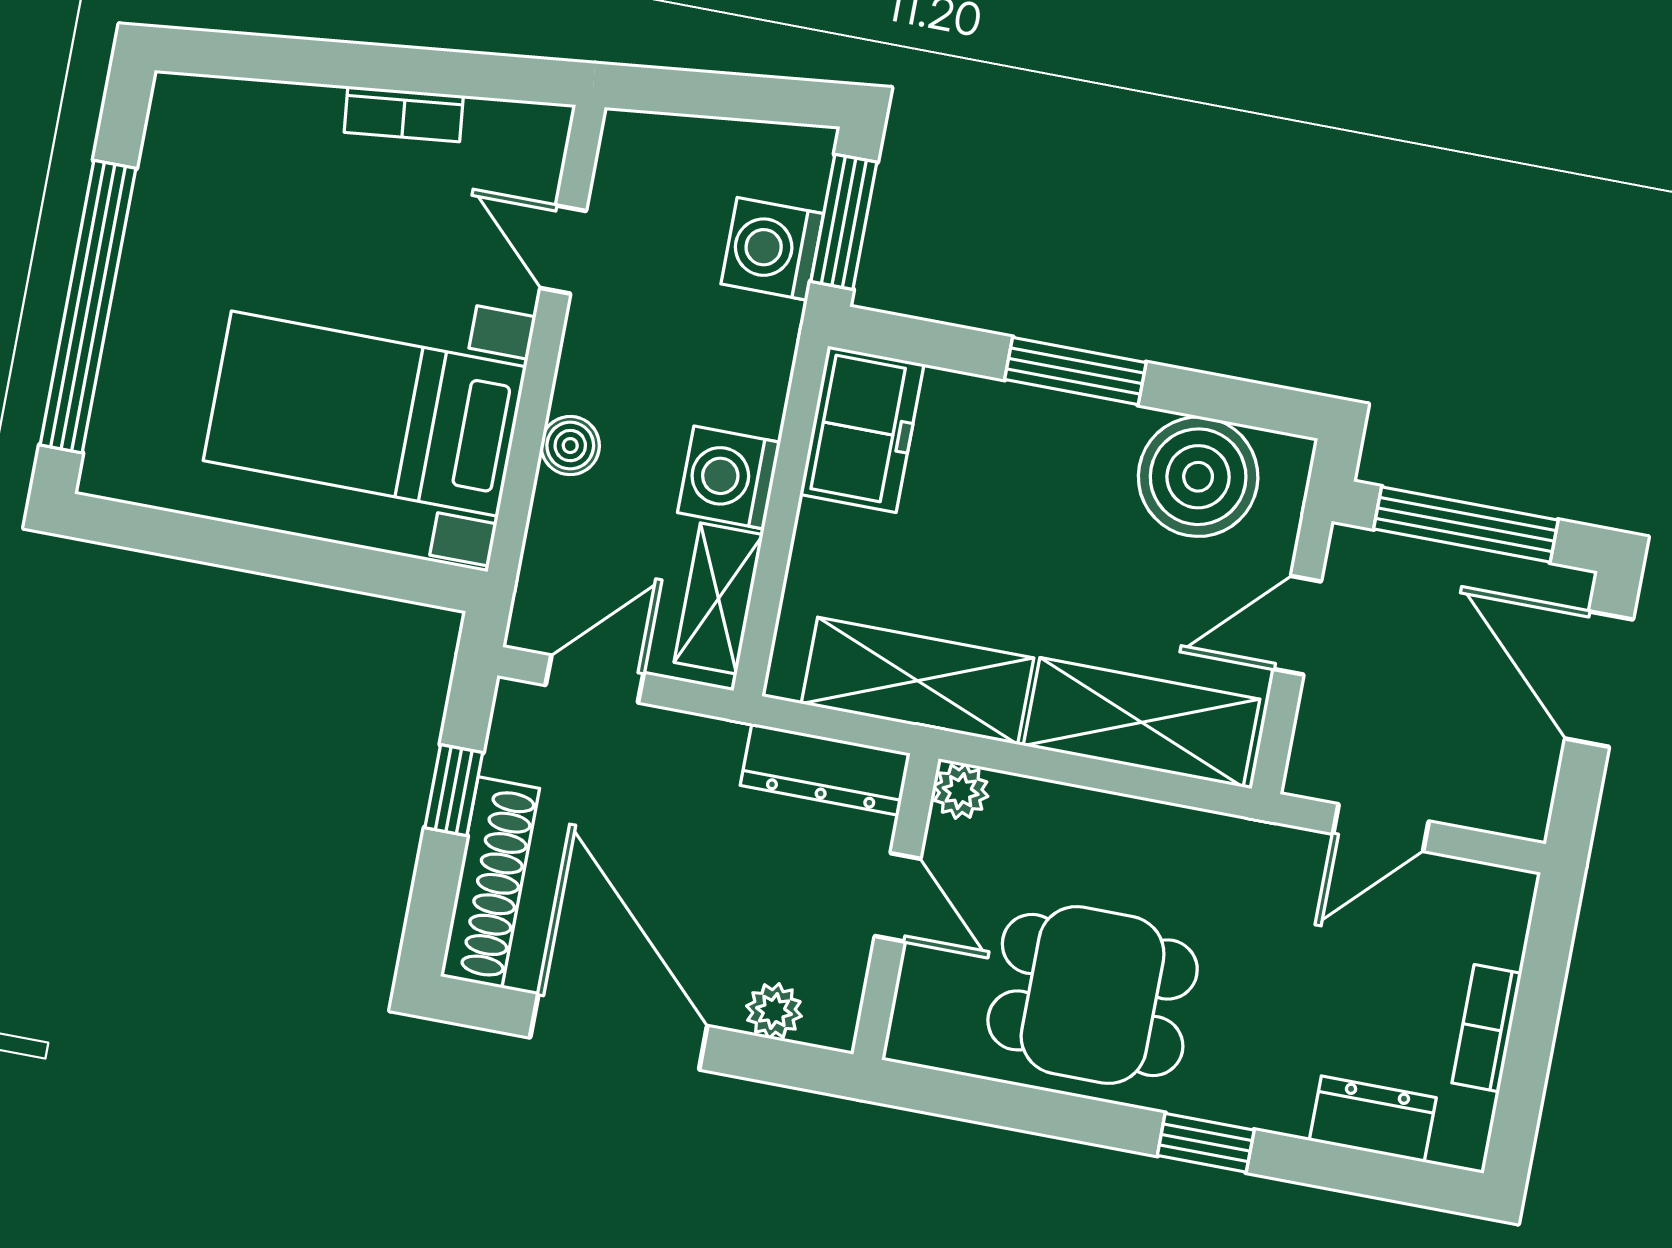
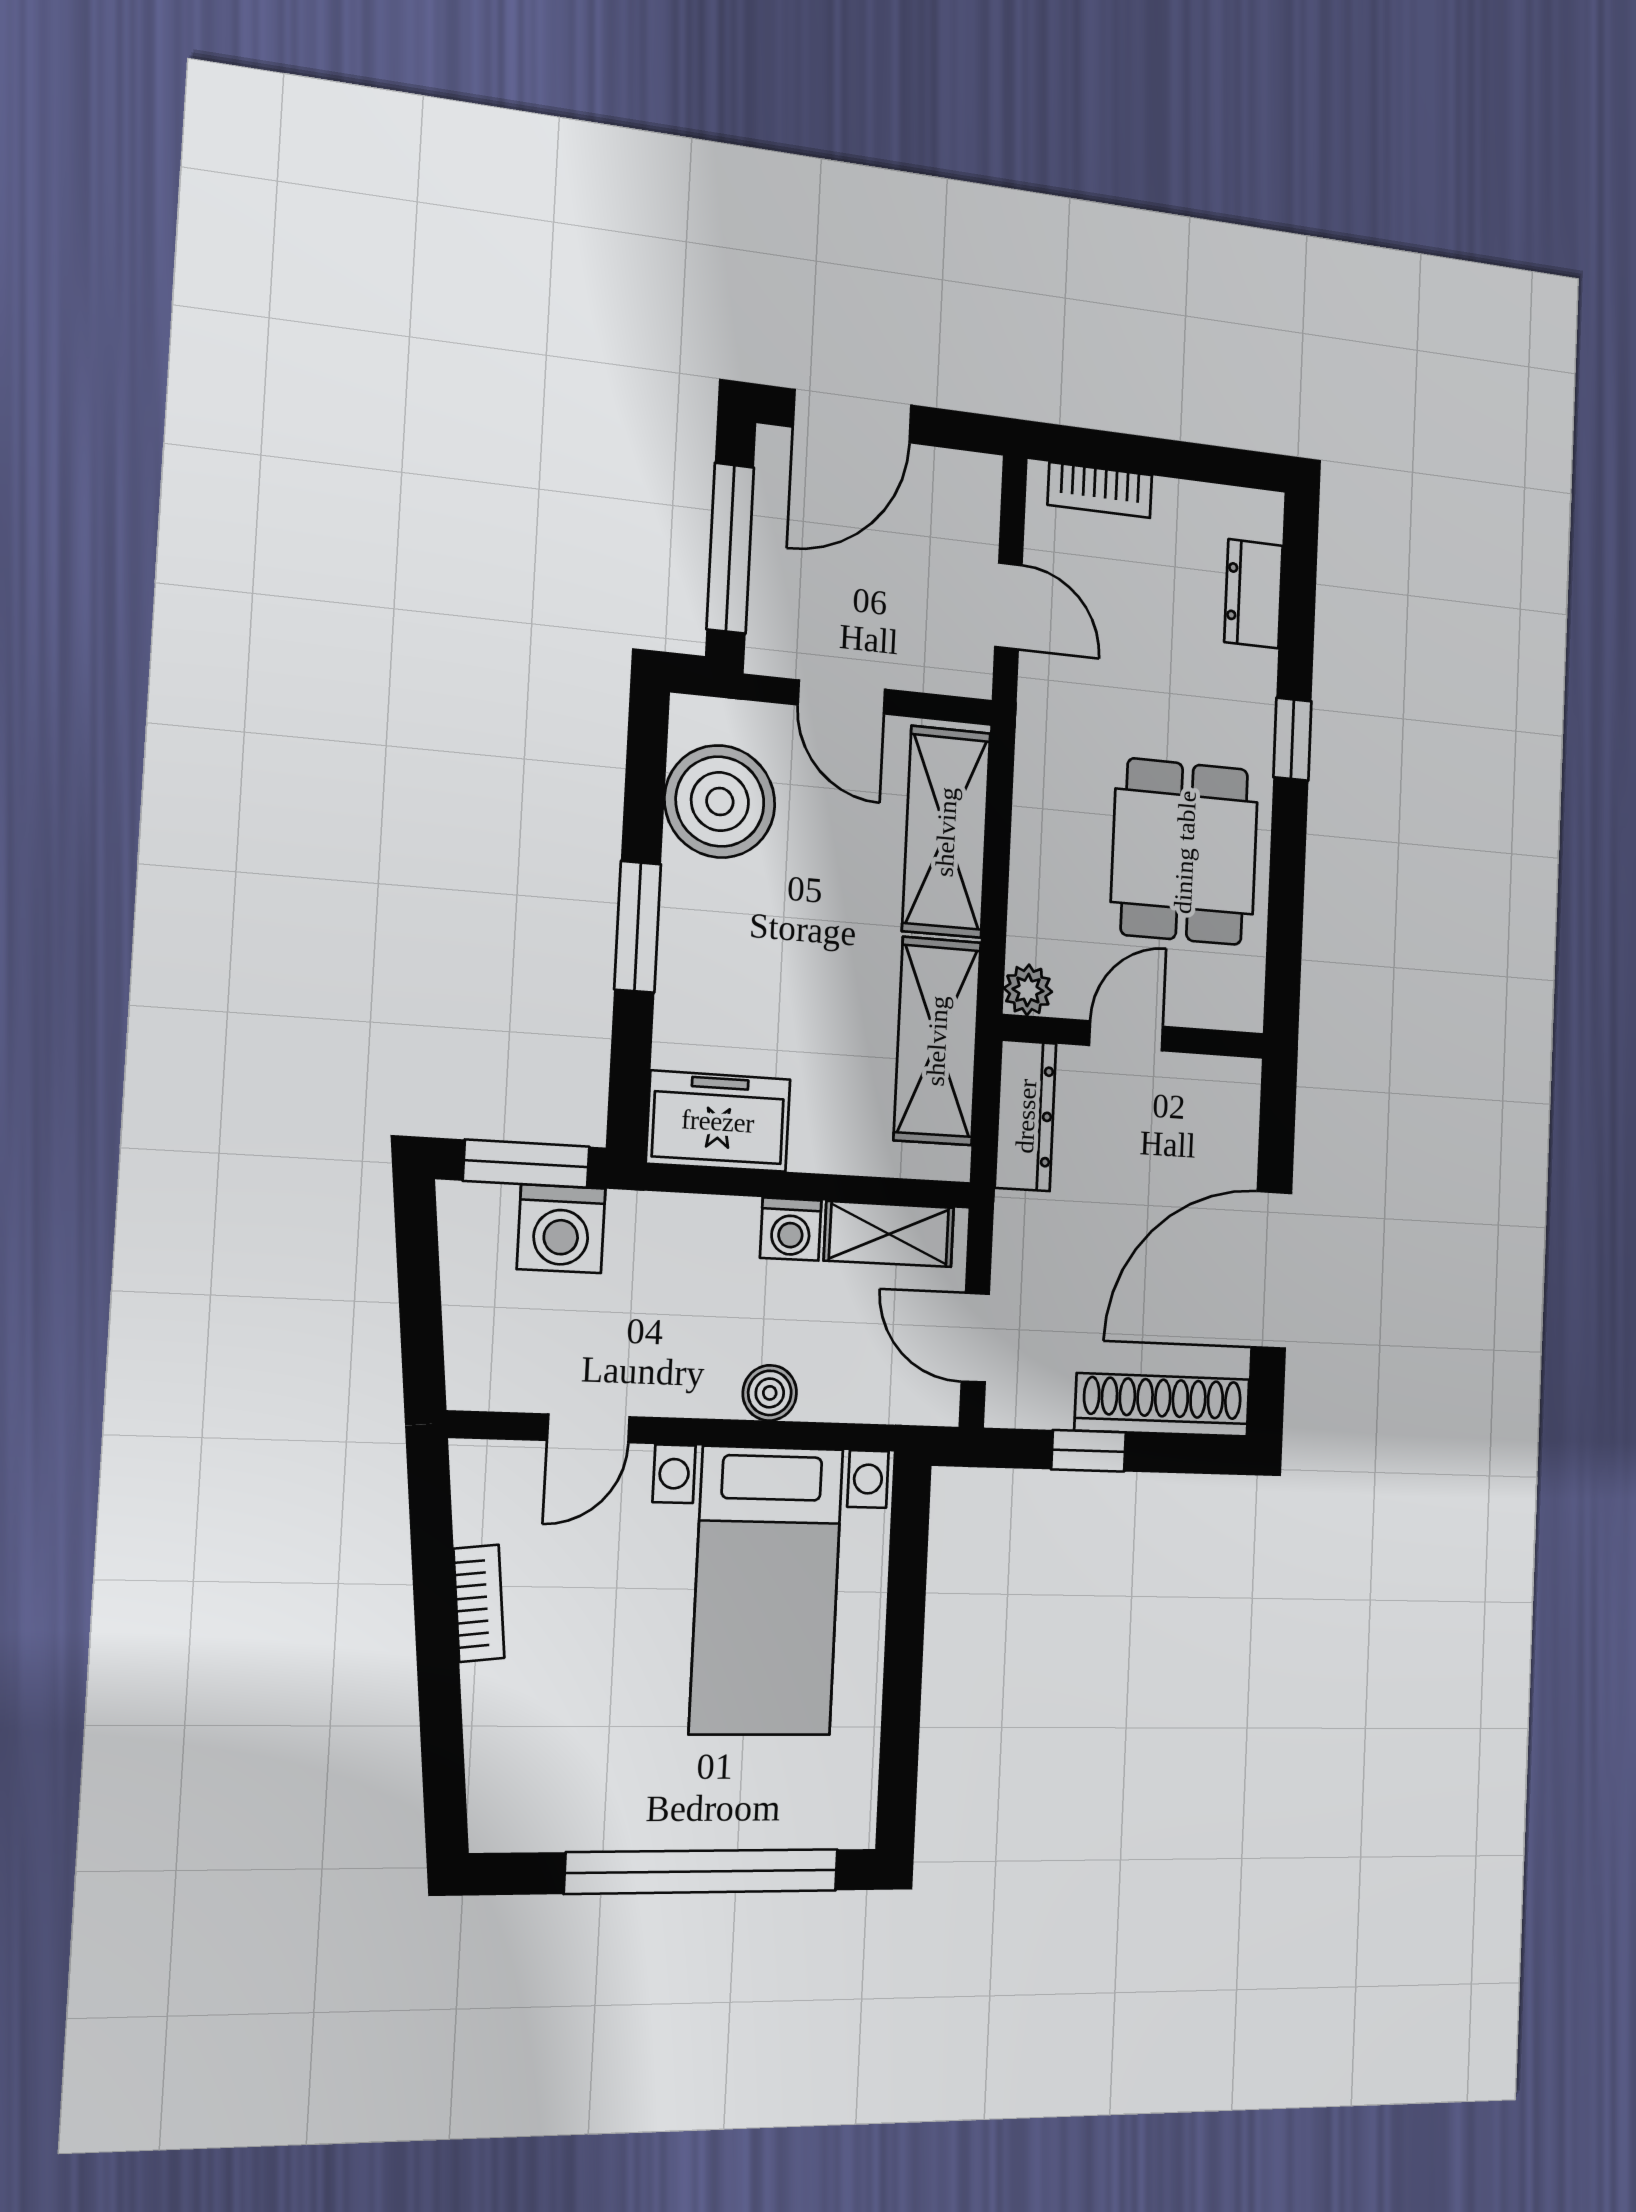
washing machine: (729, 478) -> (791, 1229), width x0.73, depth x0.73
plant: (774, 1011) -> (1236, 1134), removed
bookcase: (1487, 1028) -> (1100, 490), moved

